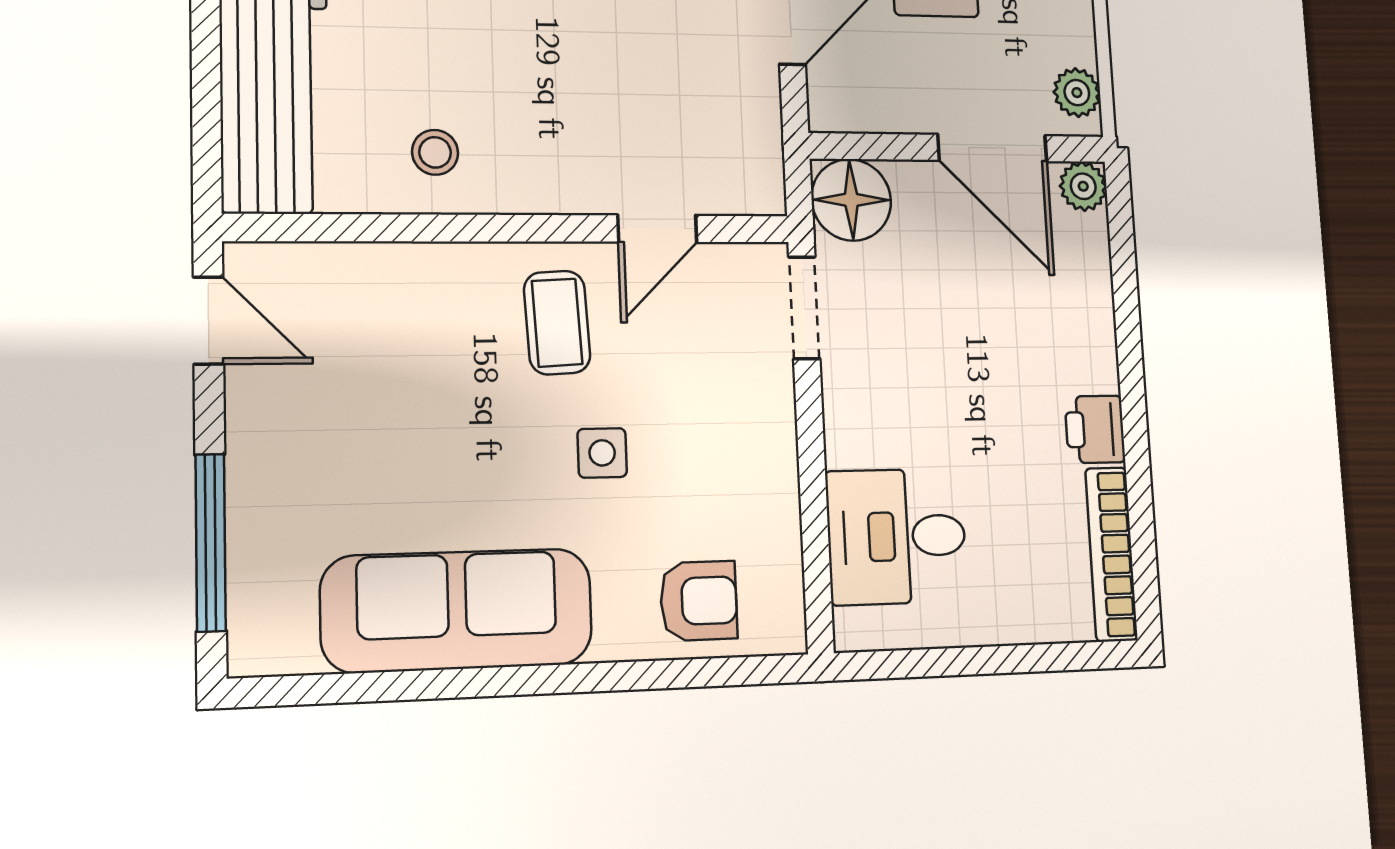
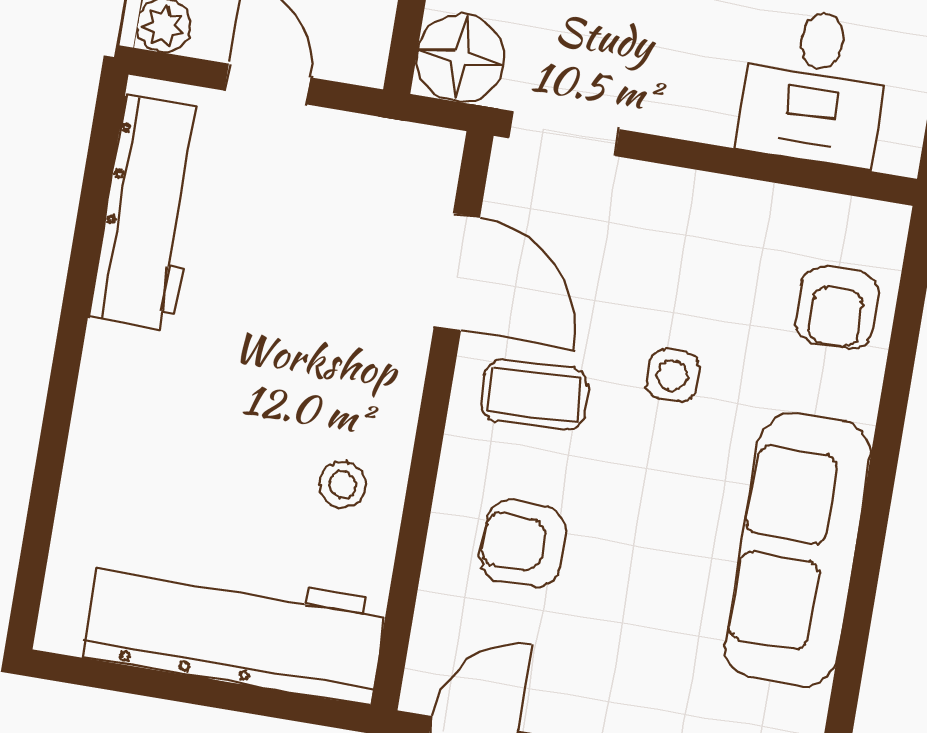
door: (657, 229) -> (457, 272), width x1.37
armchair: (411, 337) -> (523, 544), added
armchair: (699, 601) -> (837, 307), turned 180

